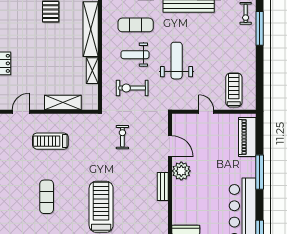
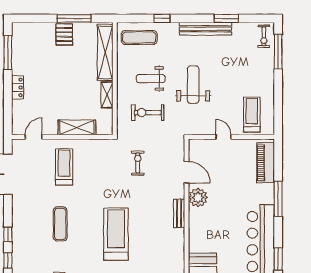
exercise mat: (136, 25) -> (139, 38), moved
treadmill: (50, 141) -> (64, 167), turned 90

